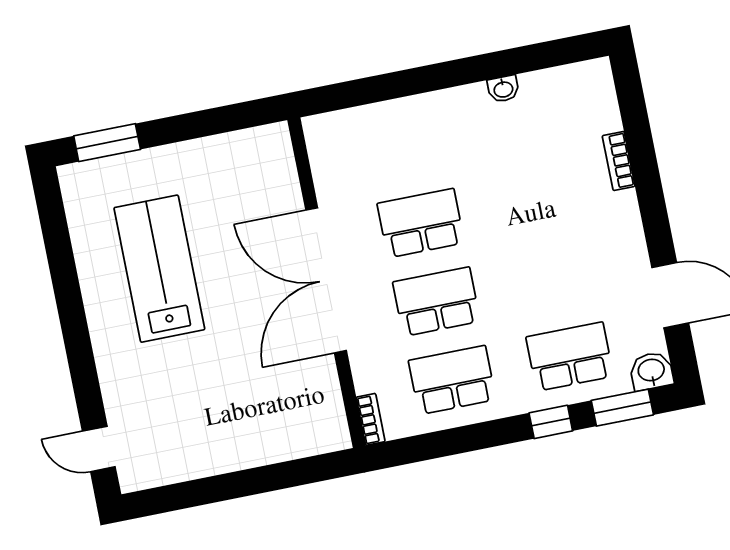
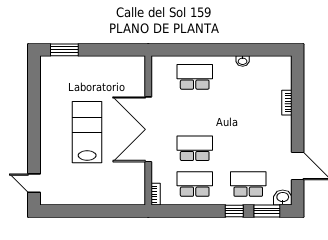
school desk: (421, 223) -> (195, 77), moved
lab bench: (159, 269) -> (87, 132), moved

